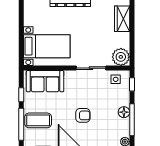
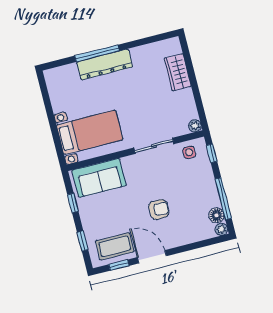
plant: (121, 57) -> (195, 126), width x0.53, depth x0.53
floor lamp: (124, 112) -> (216, 215), moved
coffee table: (38, 120) -> (115, 246), moved
window: (21, 124) -> (83, 241), width x0.46

